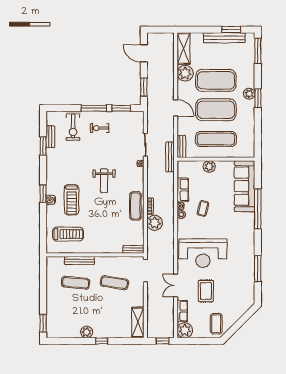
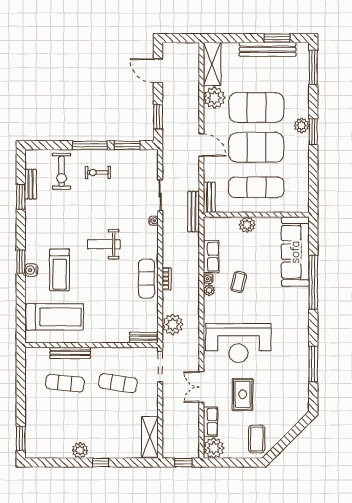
weight bench: (104, 181) -> (104, 244), turned 90
plant: (155, 223) -> (173, 324), moved
treadmill: (68, 234) -> (55, 317), width x1.37, depth x1.38

